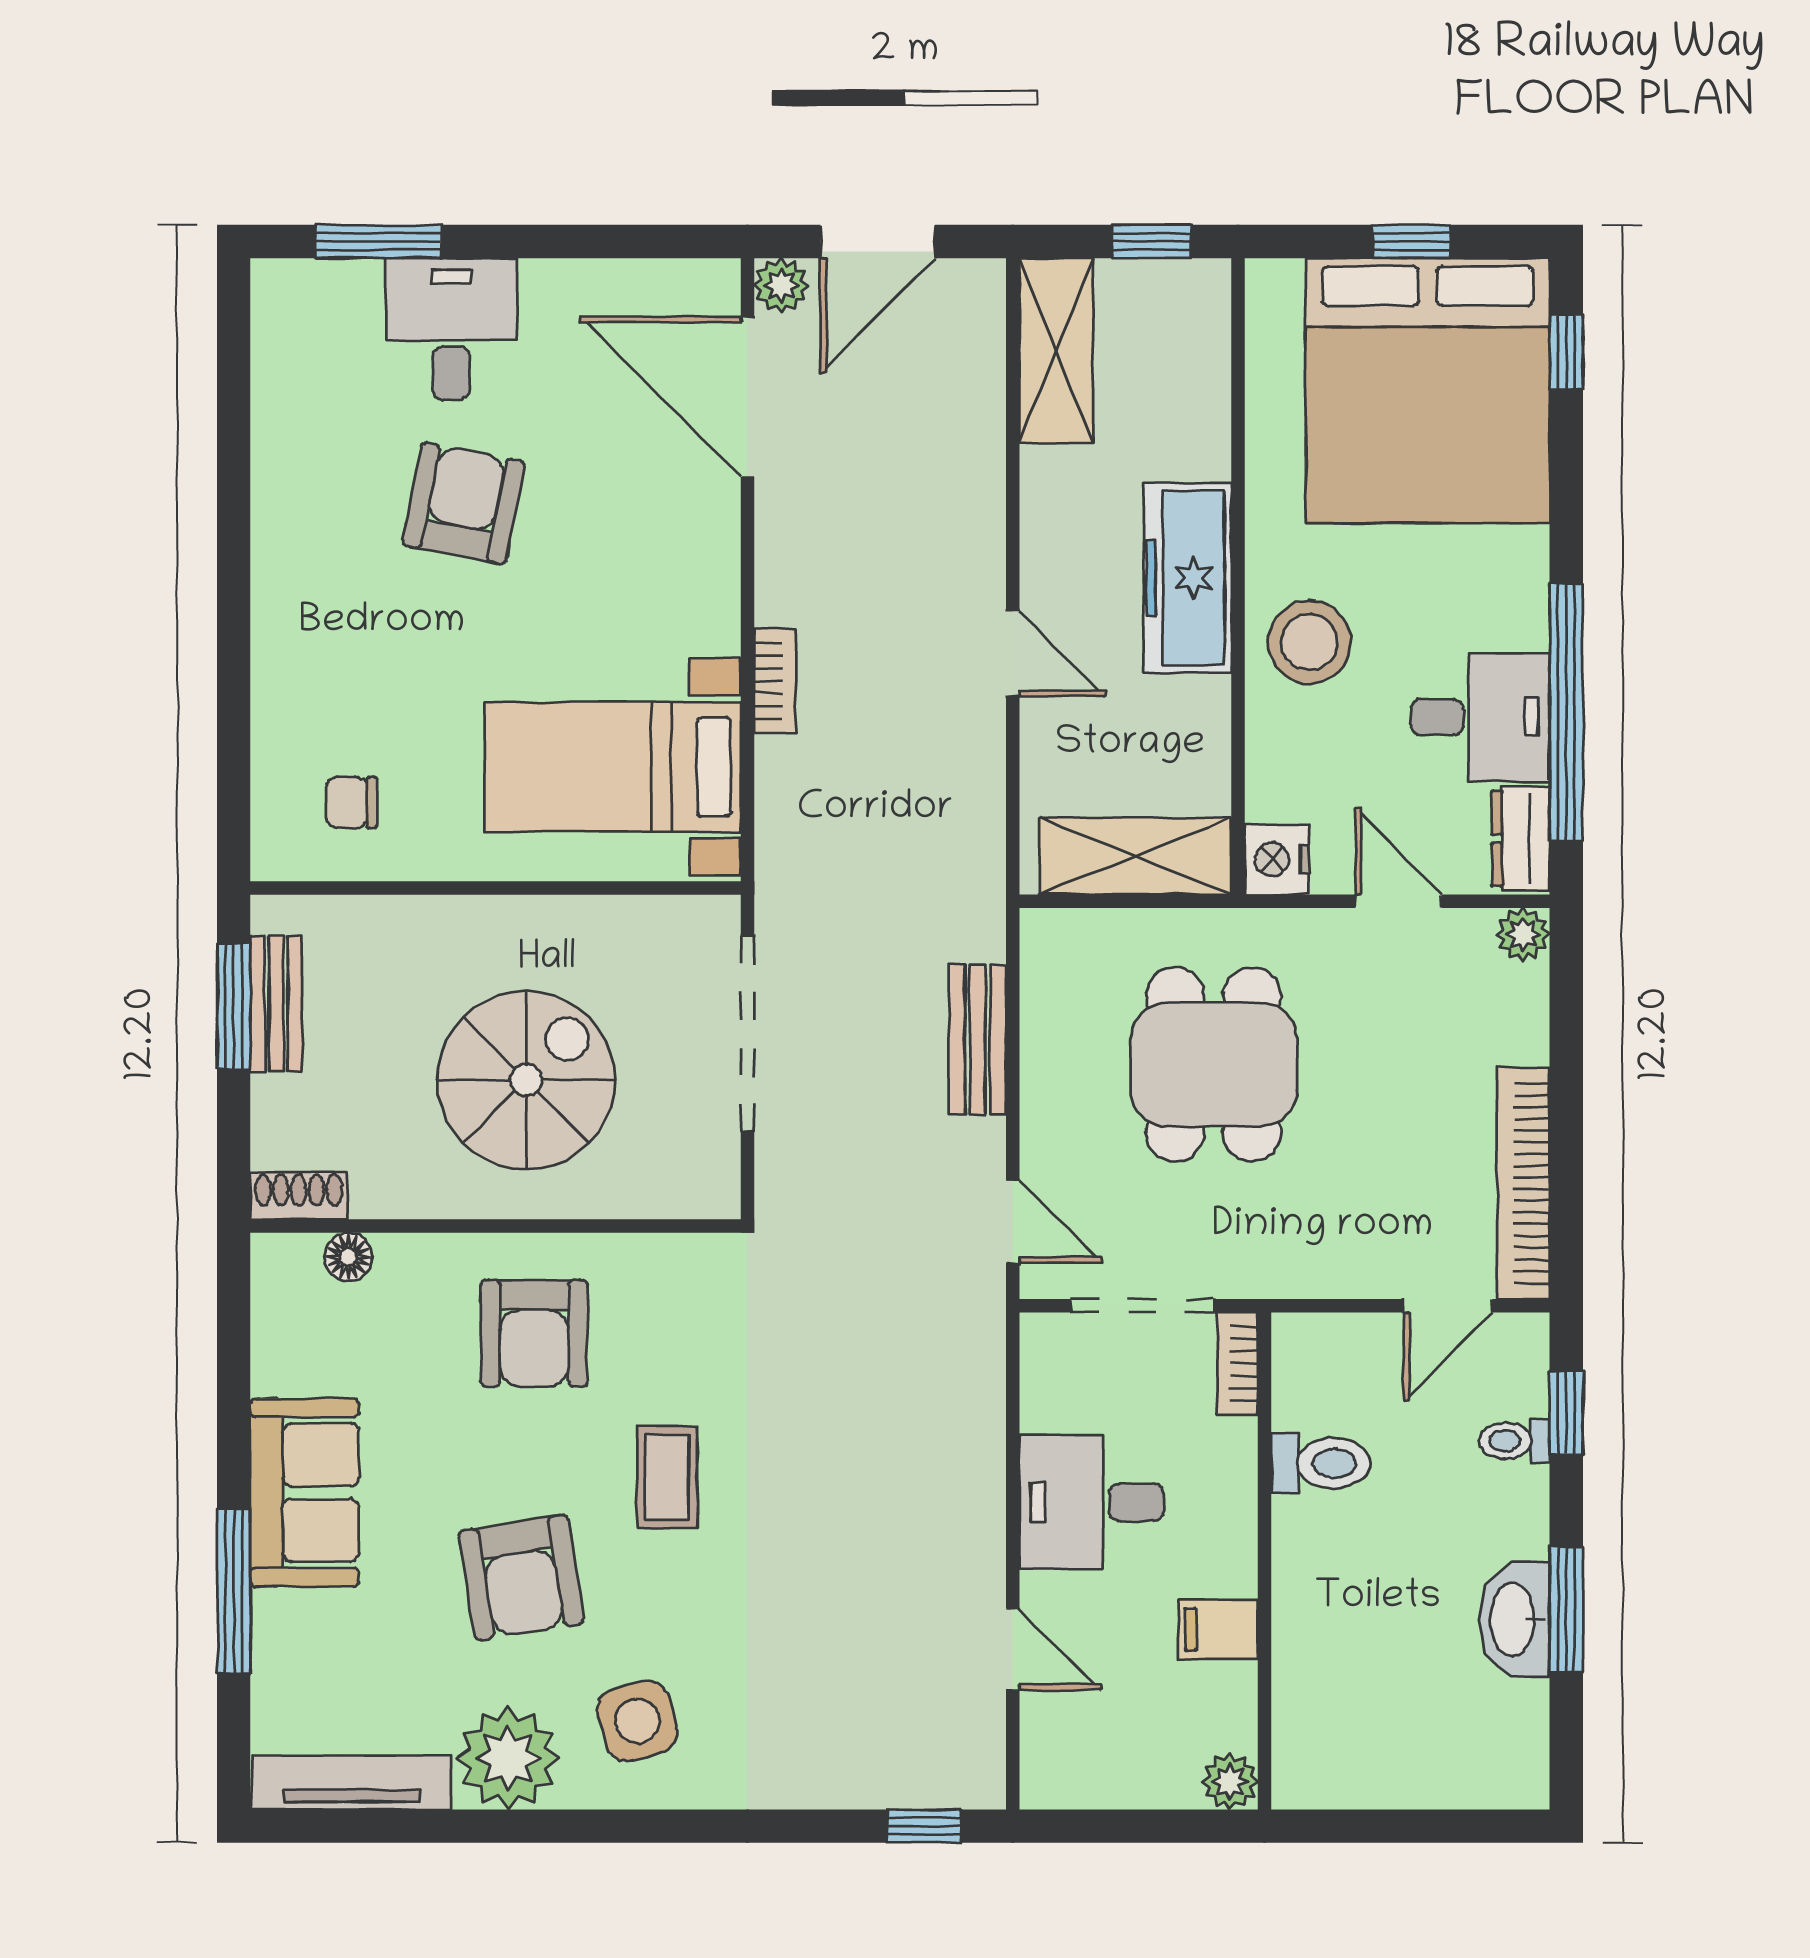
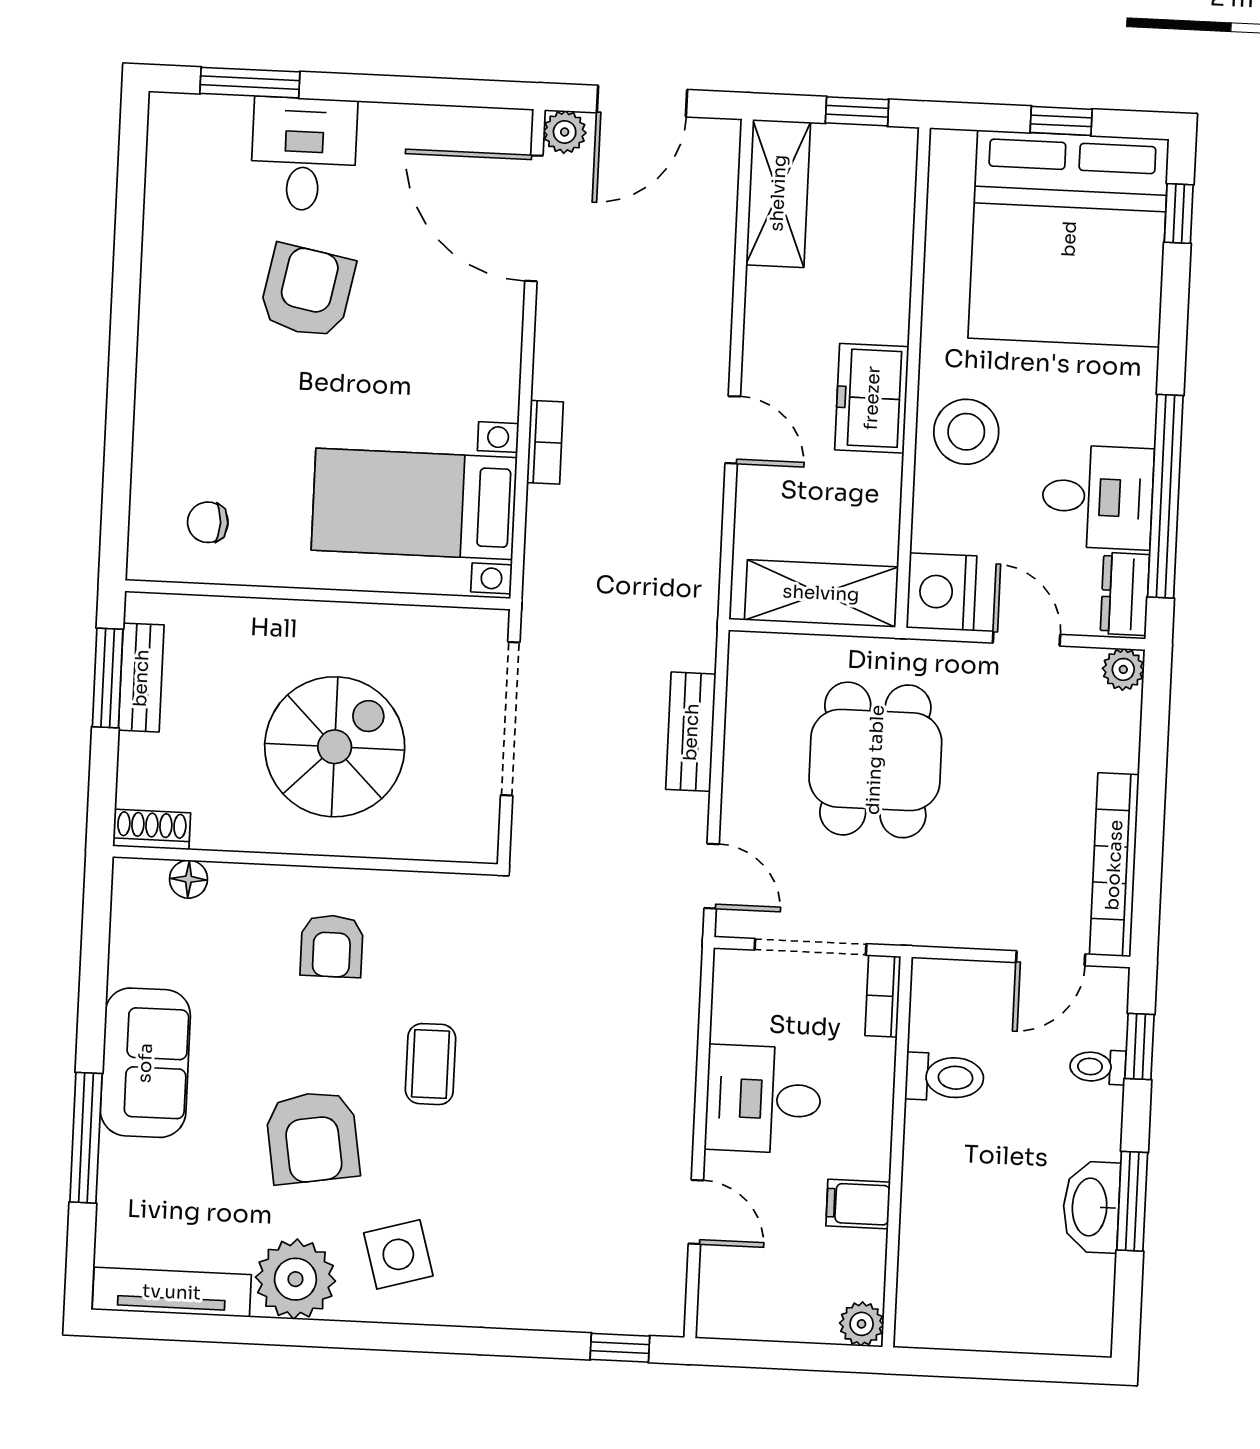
freezer: (1187, 578) -> (872, 398), width x0.71
nightstand: (1277, 860) -> (941, 592), width x1.36, depth x1.33
armchair: (534, 1333) -> (332, 946), width x0.72, depth x0.72

